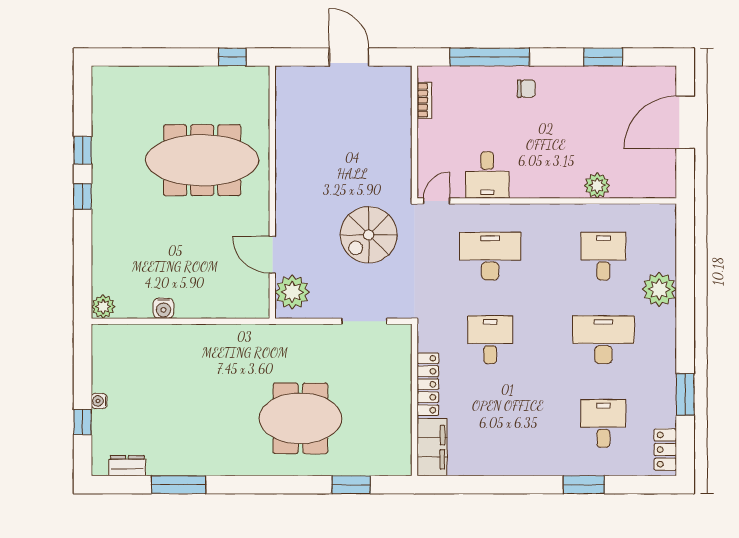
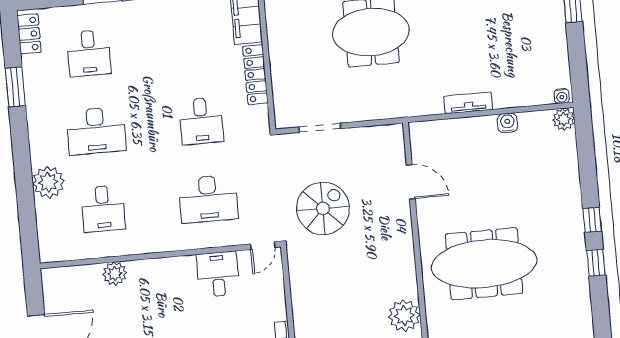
plant: (292, 292) -> (404, 316), moved
tv unit: (203, 333) -> (468, 103), added
water cooler: (99, 401) -> (562, 96), moved, turned 90

